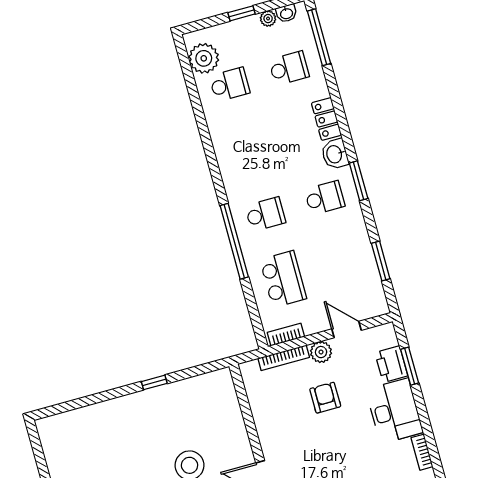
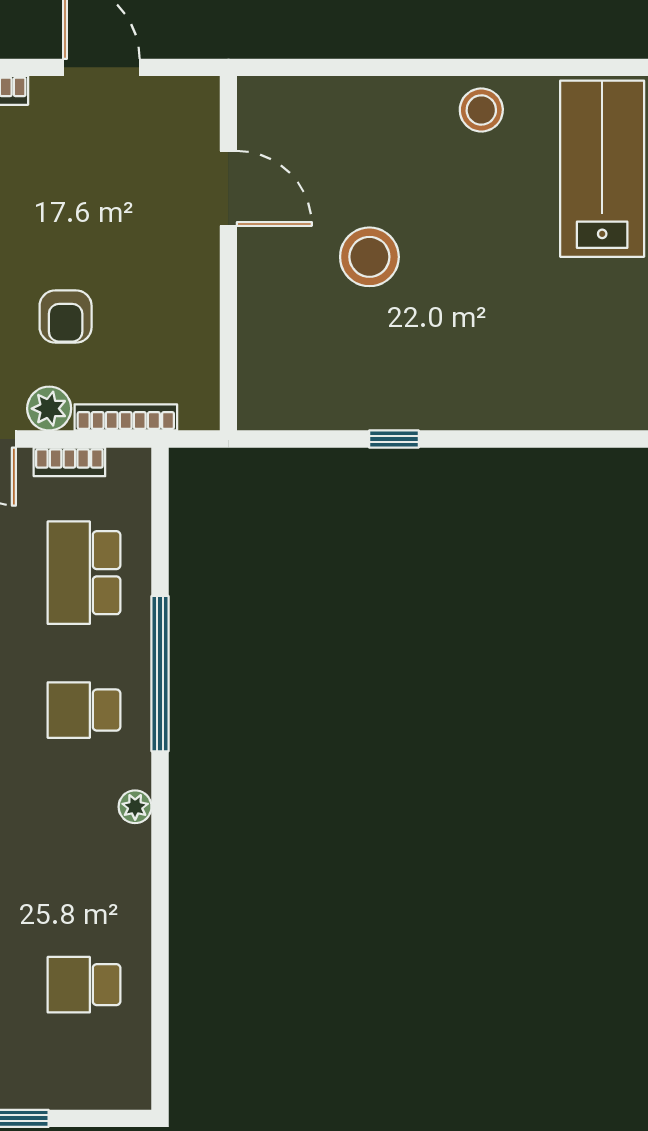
plant: (204, 58) -> (135, 807), moved, width x0.53, depth x0.53
bookcase: (286, 335) -> (69, 462), moved

